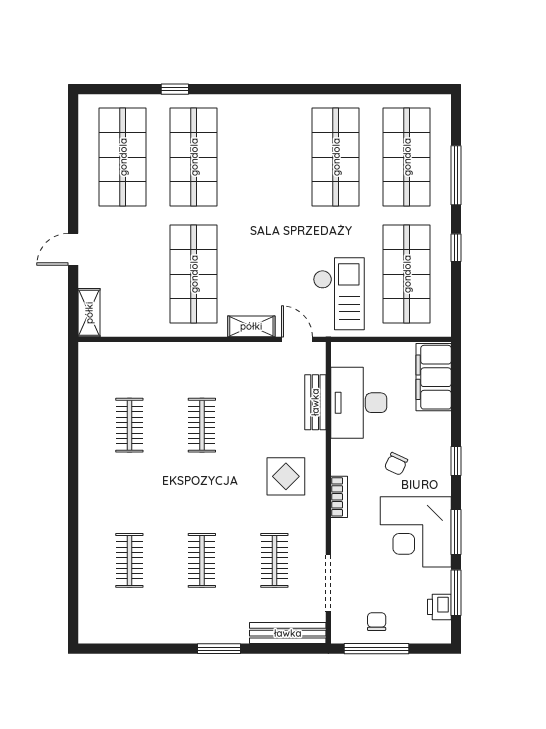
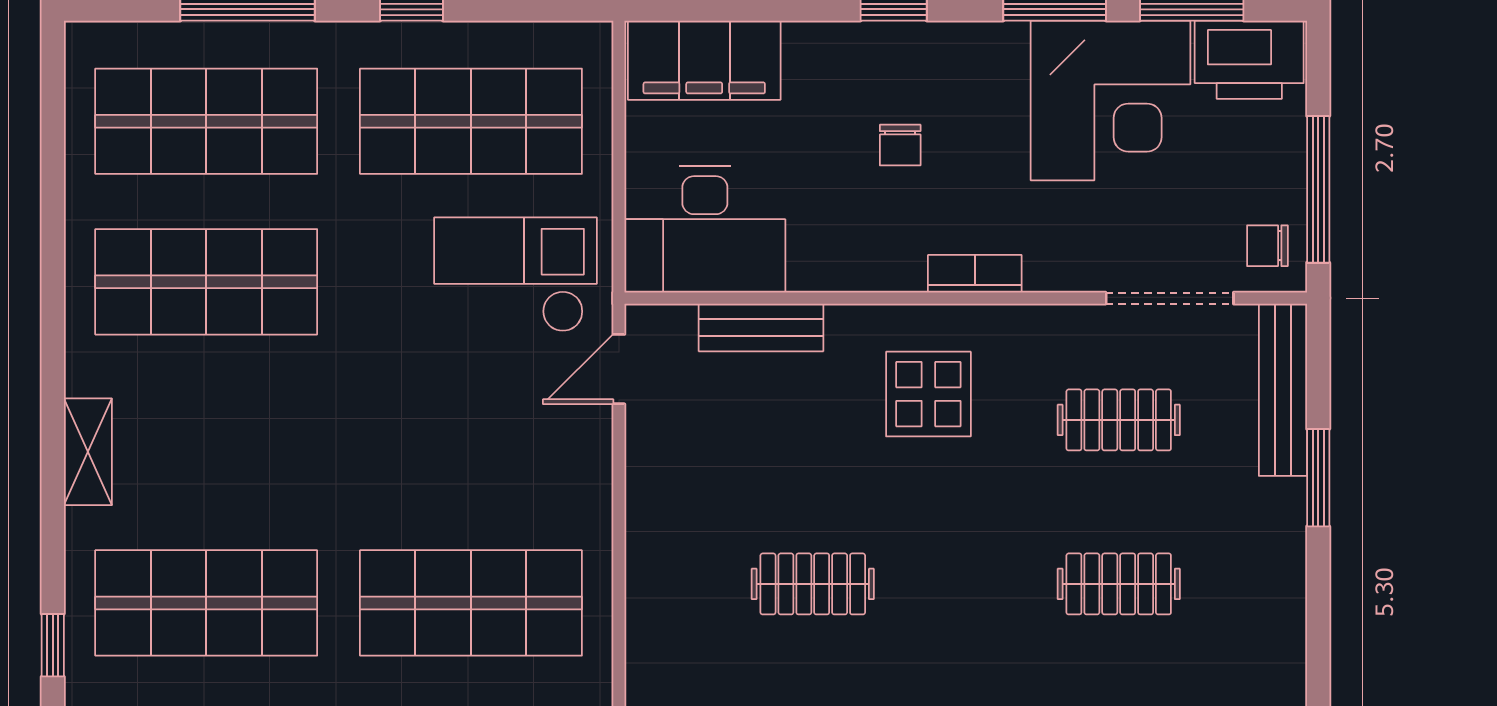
shelving: (251, 326) -> (88, 452), moved
desk: (359, 403) -> (705, 229), moved
chair: (396, 464) -> (900, 145), turned 65
corner desk: (416, 532) -> (1110, 100), moved
printer: (439, 607) -> (1249, 60), width x1.87, depth x1.48
chair: (377, 622) -> (1267, 246), moved
window: (219, 649) -> (1318, 478), moved

